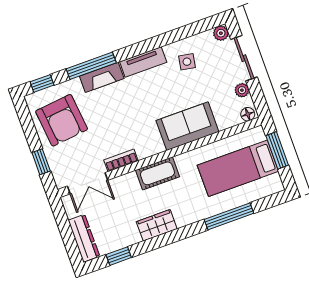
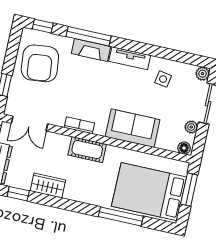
bookcase: (121, 160) -> (79, 125), moved
bed: (238, 168) -> (149, 192), width x1.50
wardrobe: (157, 225) -> (48, 185), moved

